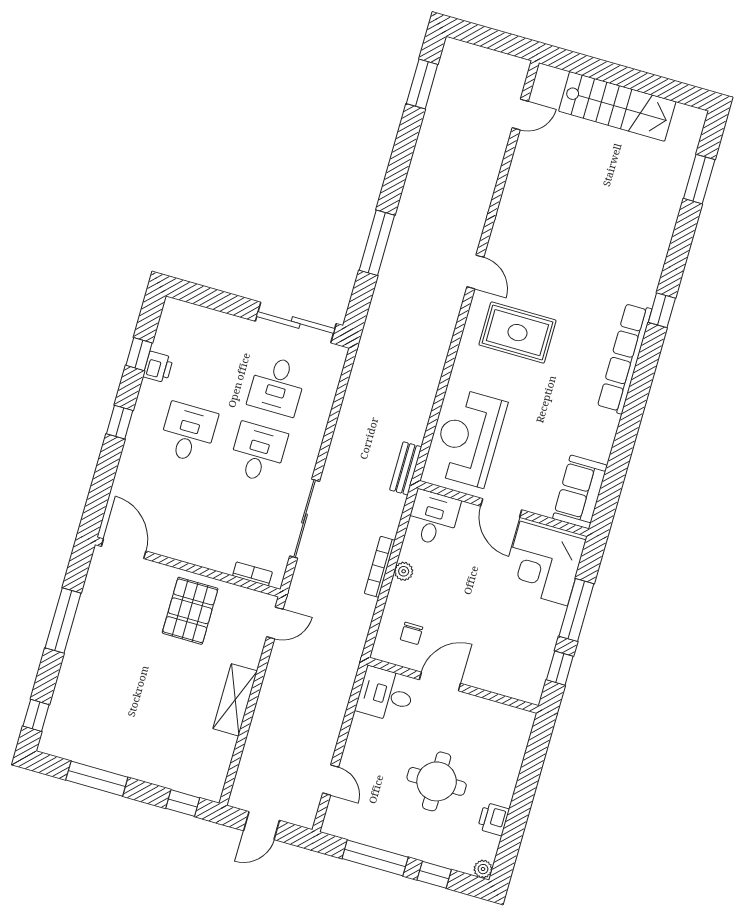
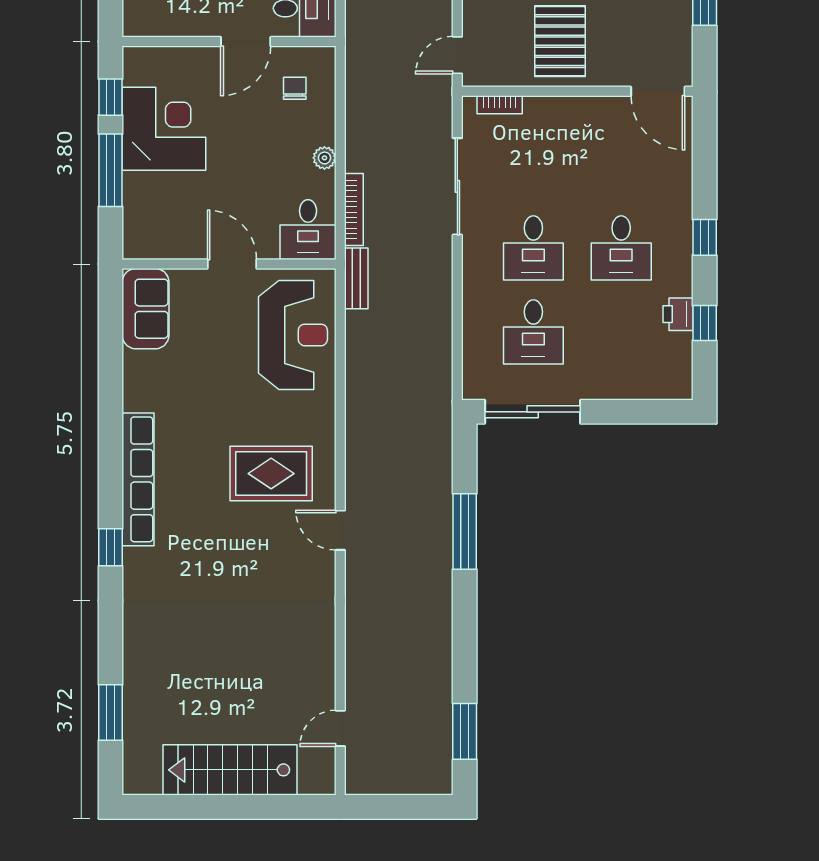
desk: (277, 386) -> (533, 332), turned 180
corner desk: (544, 563) -> (164, 129), moved
bookcase: (380, 567) -> (354, 209), moved

